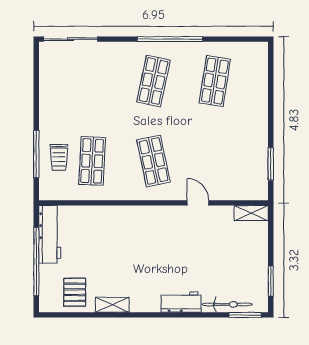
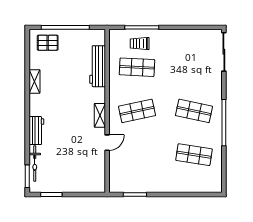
shelving: (251, 213) -> (100, 115), moved
workbench: (50, 234) -> (98, 66), moved, turned 90
pallet: (75, 292) -> (48, 43), moved

